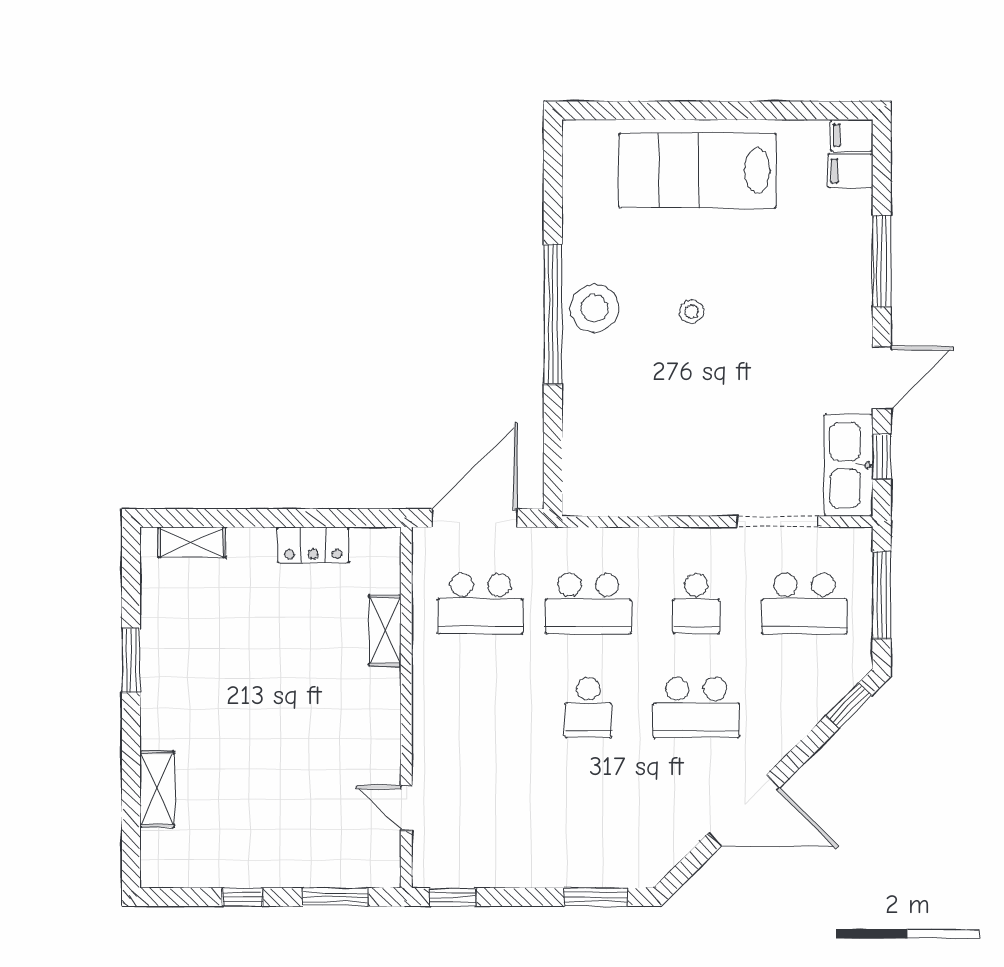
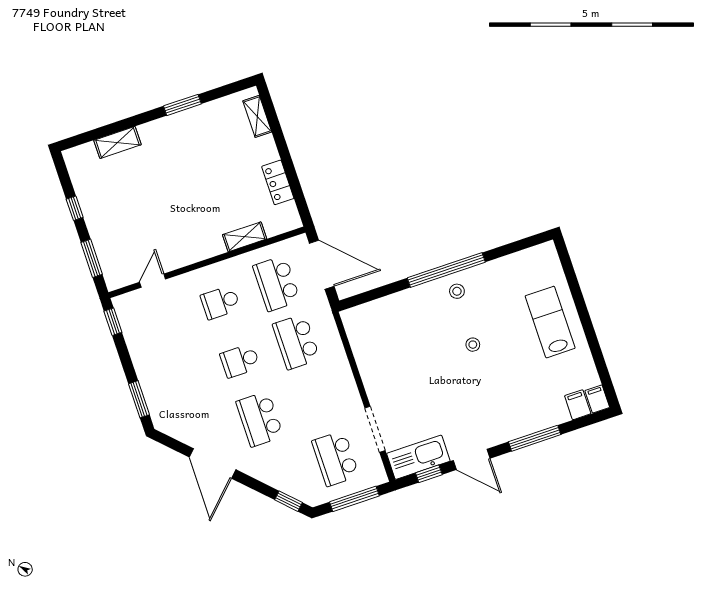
lab bench: (697, 171) -> (550, 322), width x0.73, depth x0.72
stool: (594, 308) -> (457, 291), width x0.53, depth x0.53
school desk: (696, 604) -> (220, 302), moved

